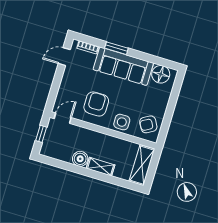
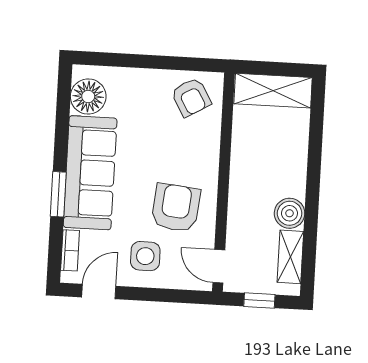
door: (64, 57) -> (99, 292), swing flipped
armchair: (96, 104) -> (176, 208), turned 96
side table: (122, 122) -> (145, 256), moved
shelving: (101, 167) -> (290, 257), moved

